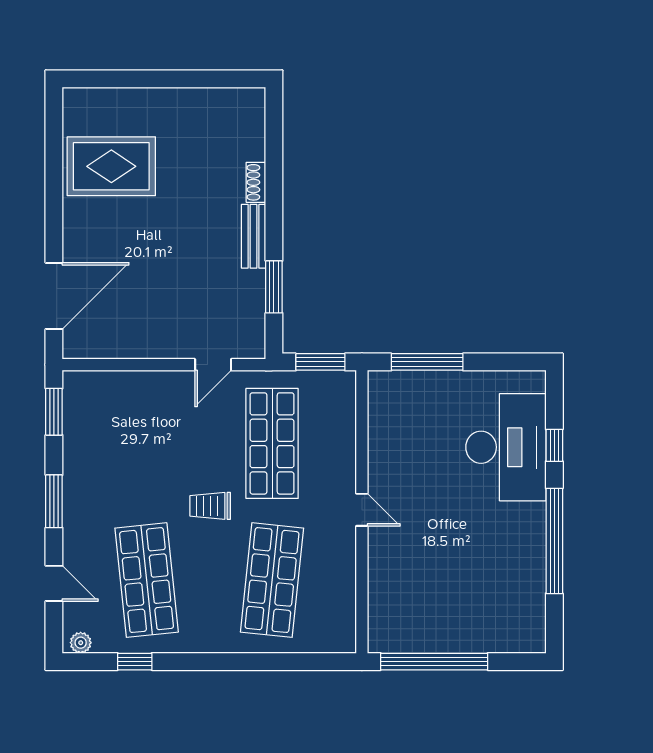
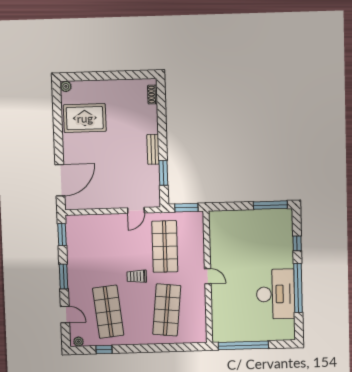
plant: (74, 99) -> (66, 86), added
shoe rack: (256, 182) -> (153, 95), moved
window: (427, 362) -> (270, 205), moved
desk: (506, 447) -> (276, 294), moved

